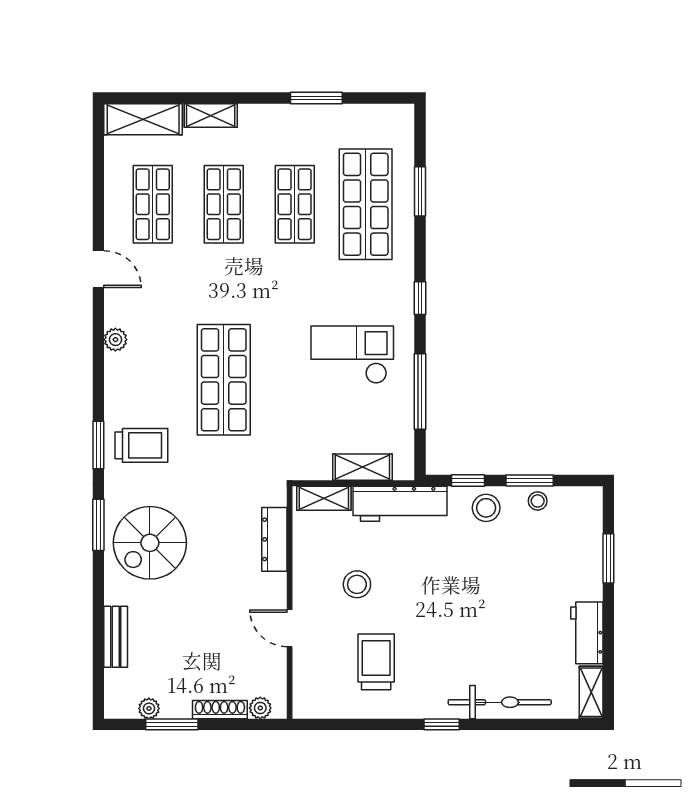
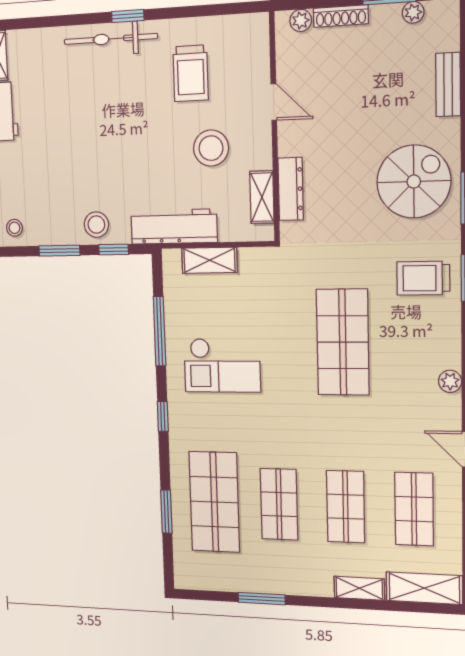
shelving: (324, 498) -> (262, 197), moved, turned 90
stool: (538, 501) -> (14, 228), moved
stool: (357, 584) -> (211, 148), width x1.38, depth x1.38
bicycle: (500, 702) -> (111, 39), moved

